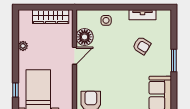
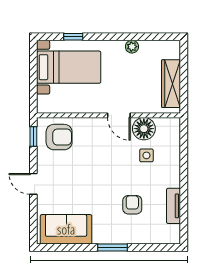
side table: (106, 20) -> (146, 155), moved
armchair: (142, 46) -> (132, 205), turned 148

